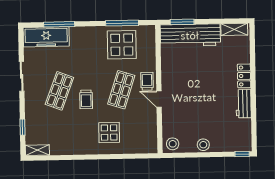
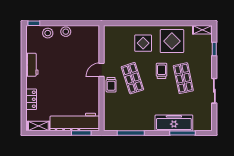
freezer: (46, 37) -> (174, 123), moved
display table: (122, 45) -> (172, 41), moved
locker: (244, 76) -> (31, 99), moved
shop shelf: (121, 90) -> (132, 78), turned -36
shop shelf: (59, 91) -> (183, 78), turned -33
door: (159, 99) -> (101, 70), swing flipped
stool: (173, 144) -> (48, 33), moved

